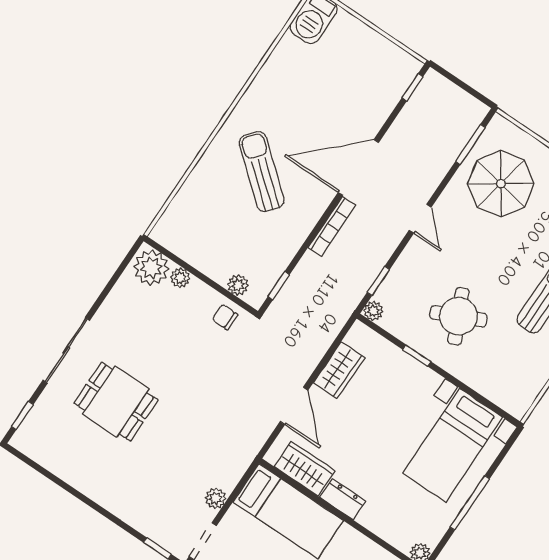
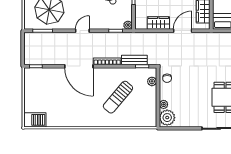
sun lounger: (262, 172) -> (118, 97), moved
bench: (300, 279) -> (134, 60), added

